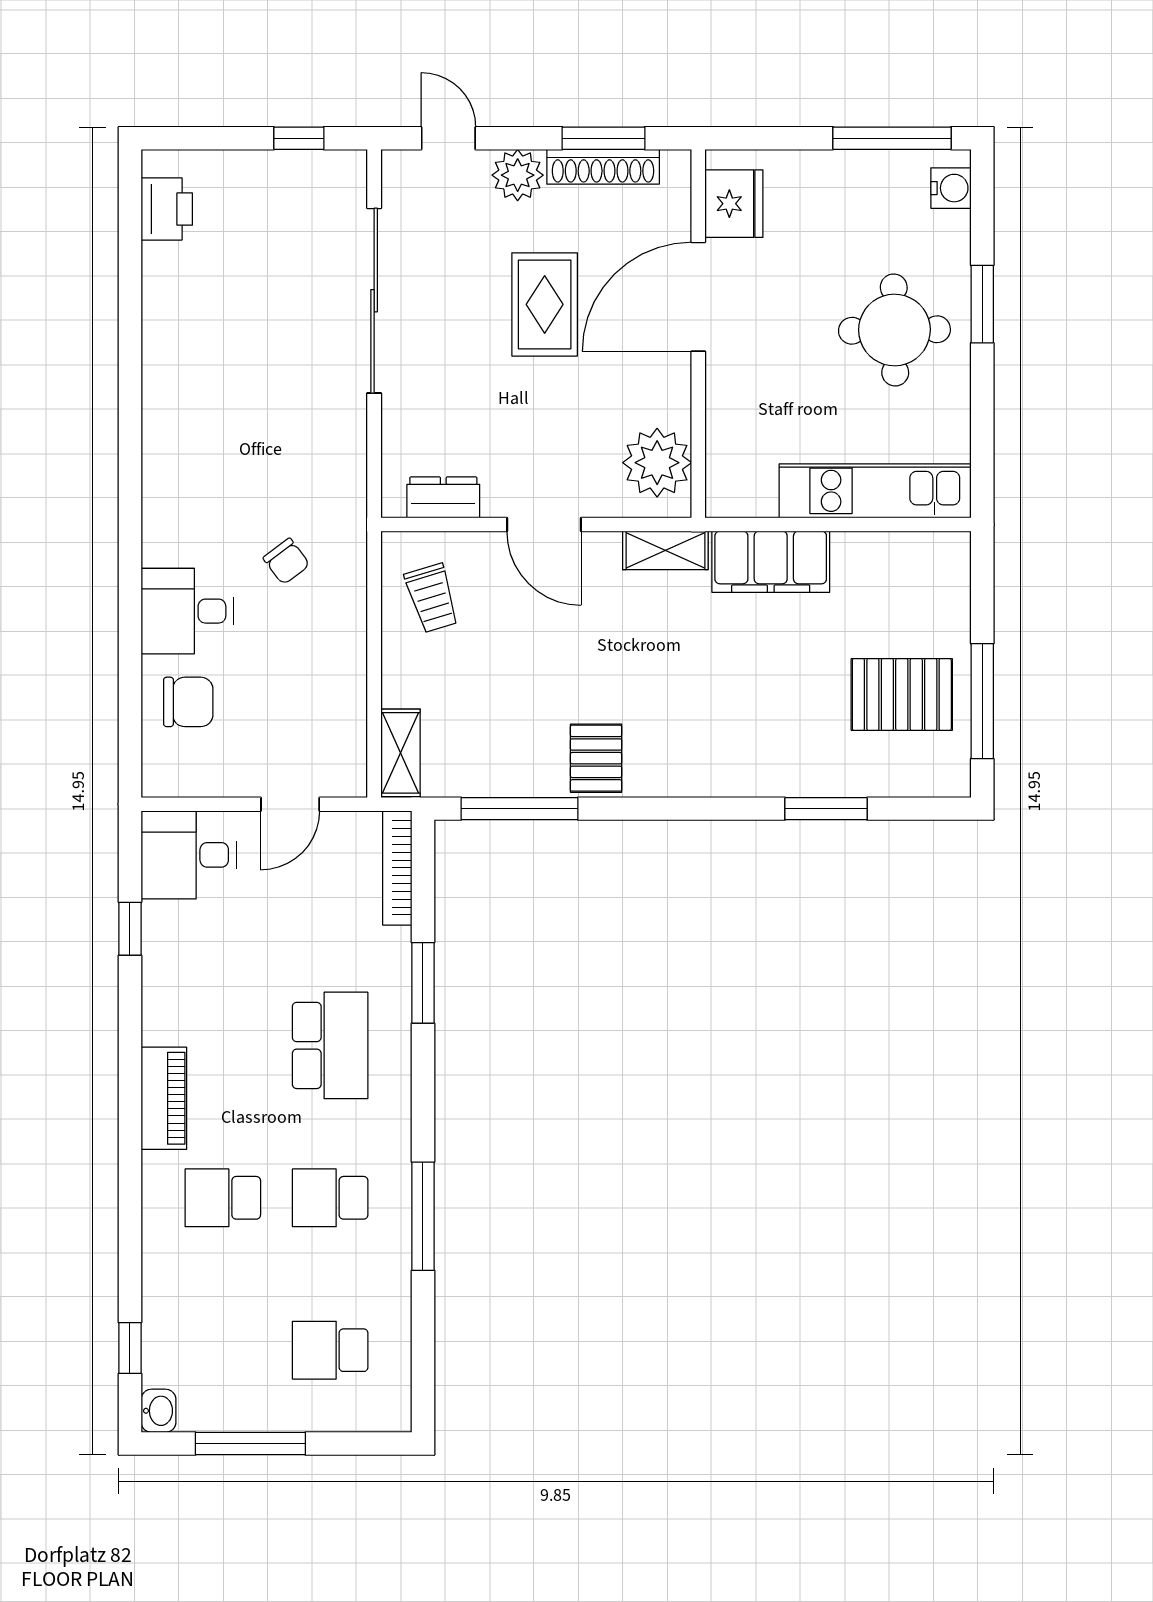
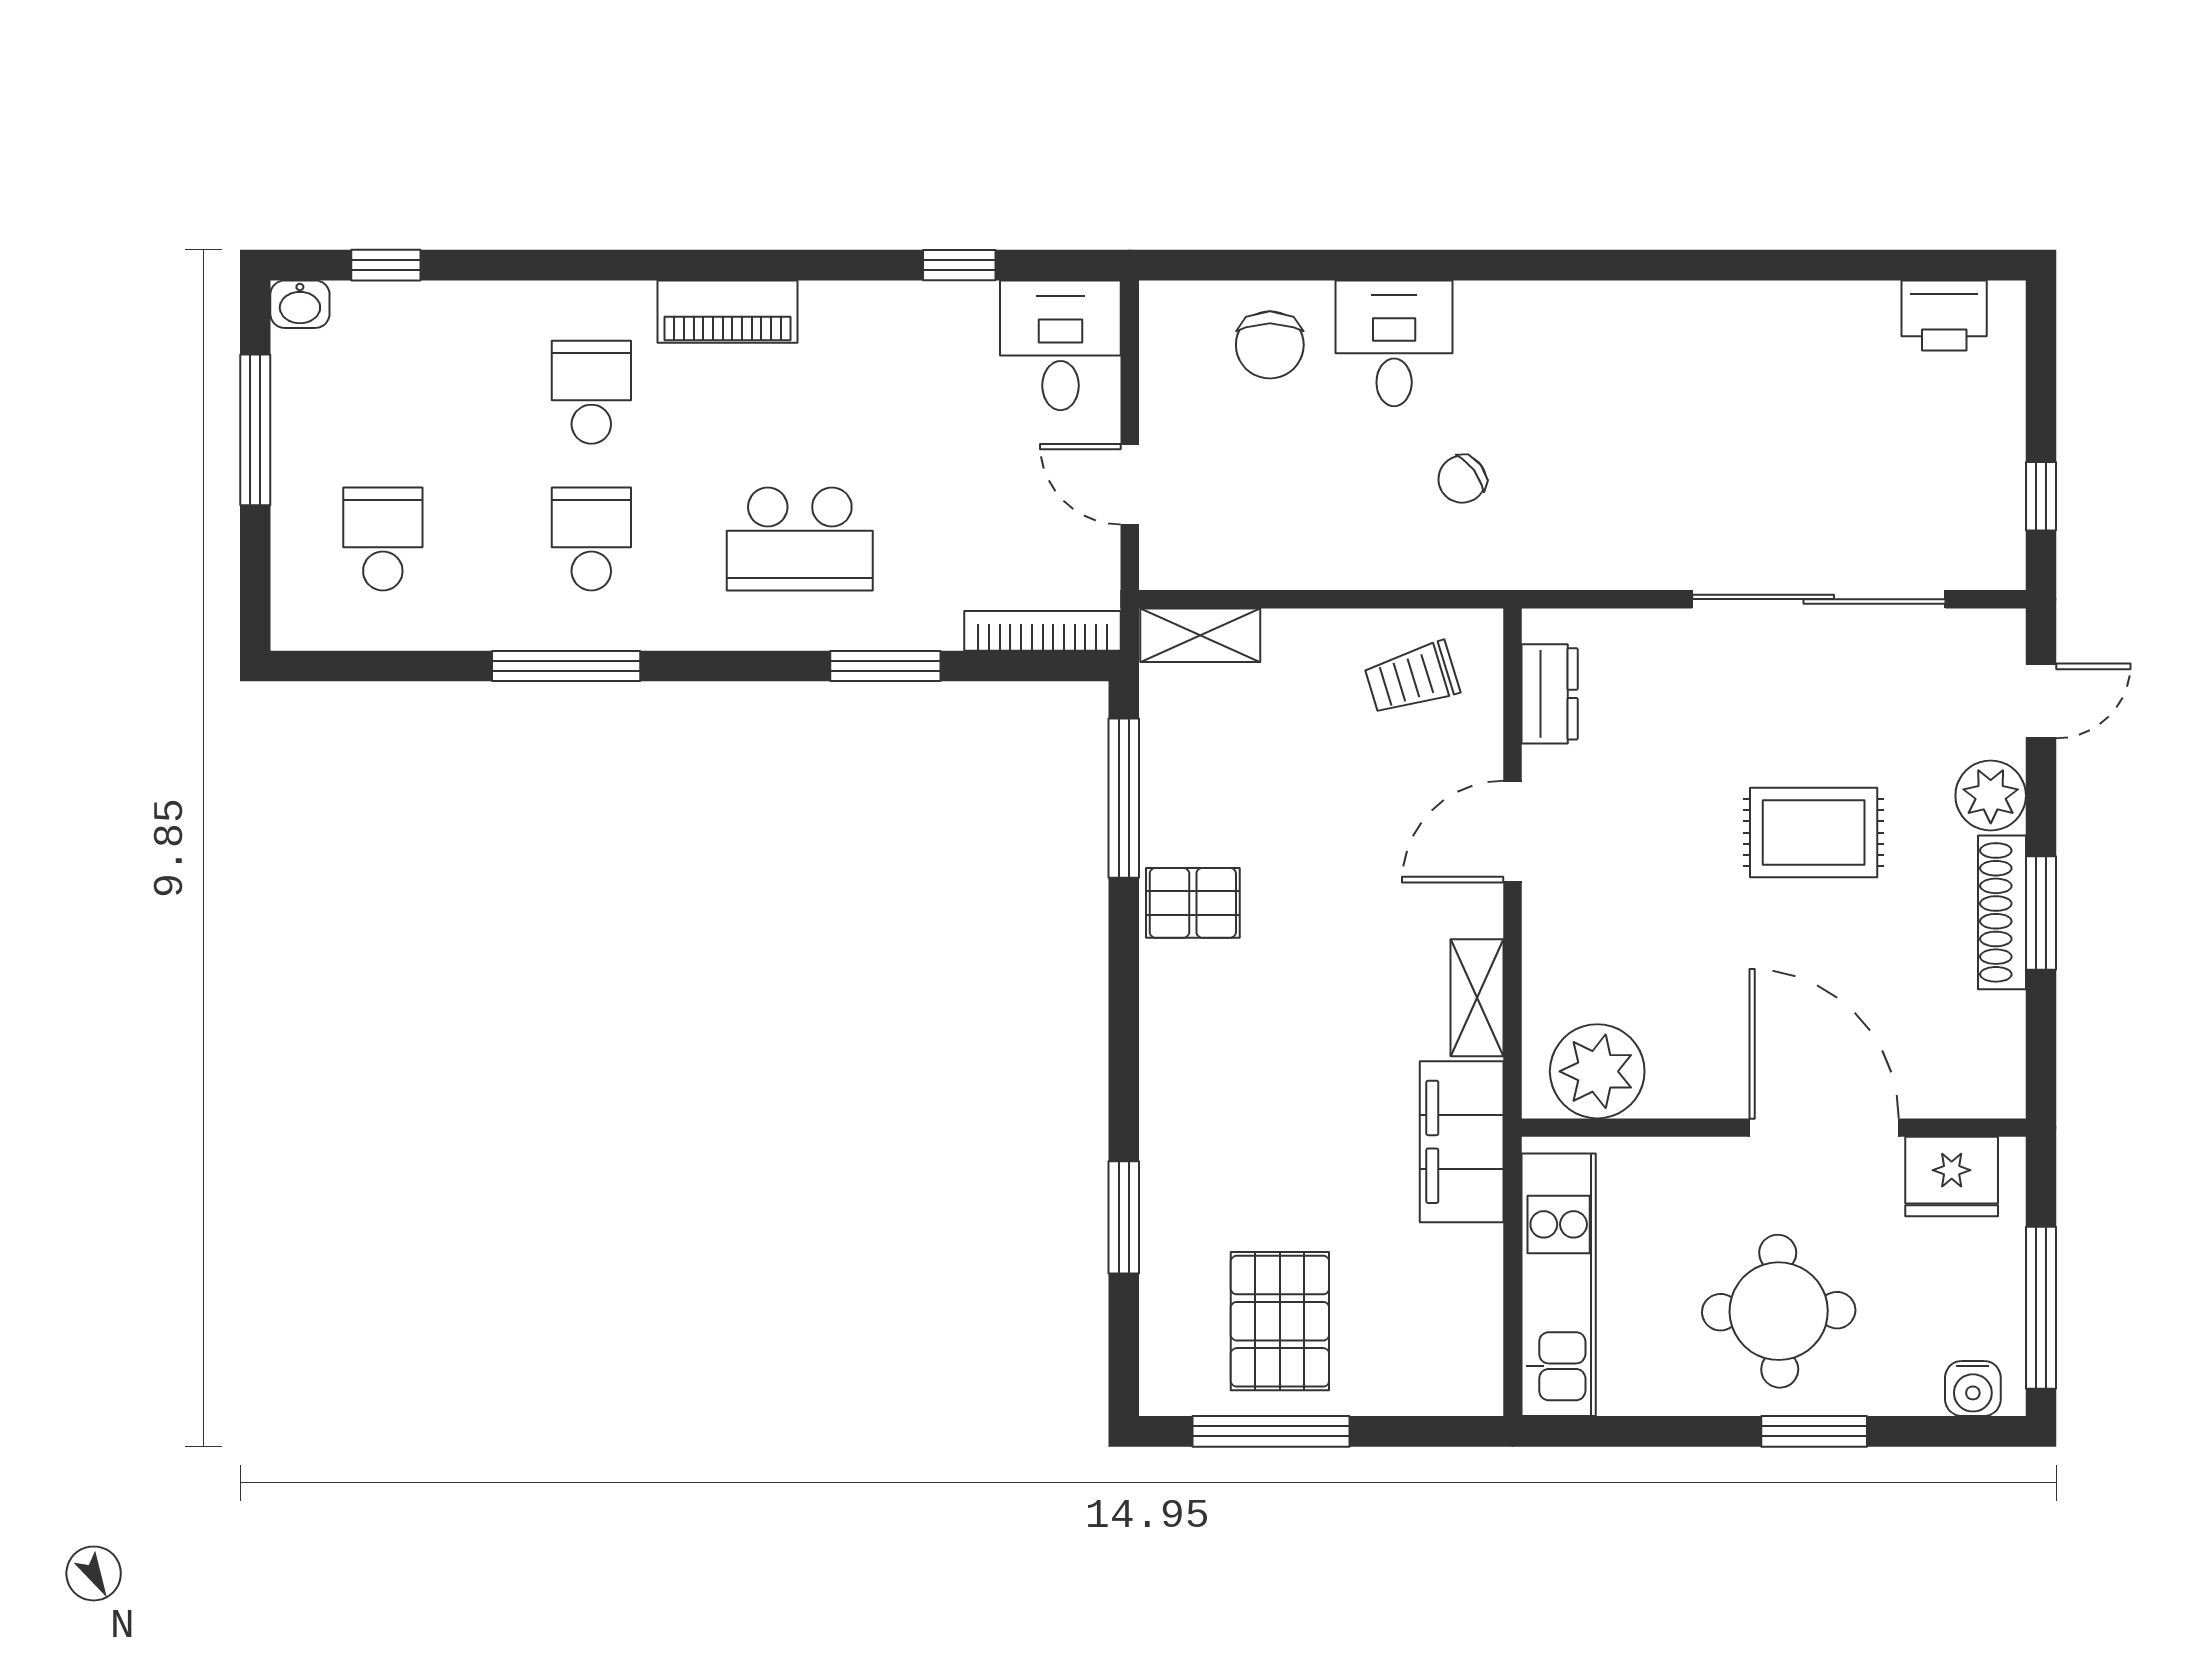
fridge: (734, 204) -> (1952, 1177), moved
door: (698, 297) -> (1824, 1128), moved
wall: (698, 334) -> (1774, 1128), moved
plant: (657, 463) -> (1597, 1071), moved

